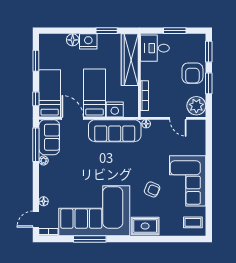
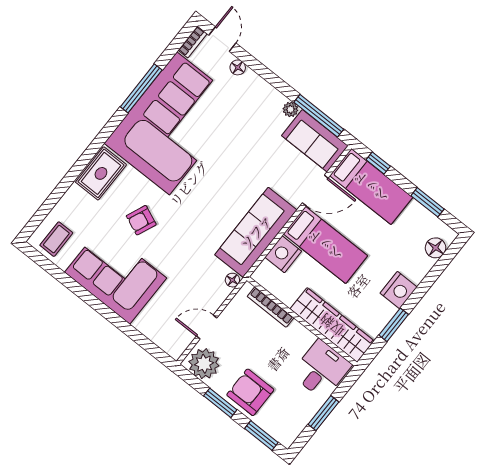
floor lamp: (73, 40) -> (436, 248), moved

